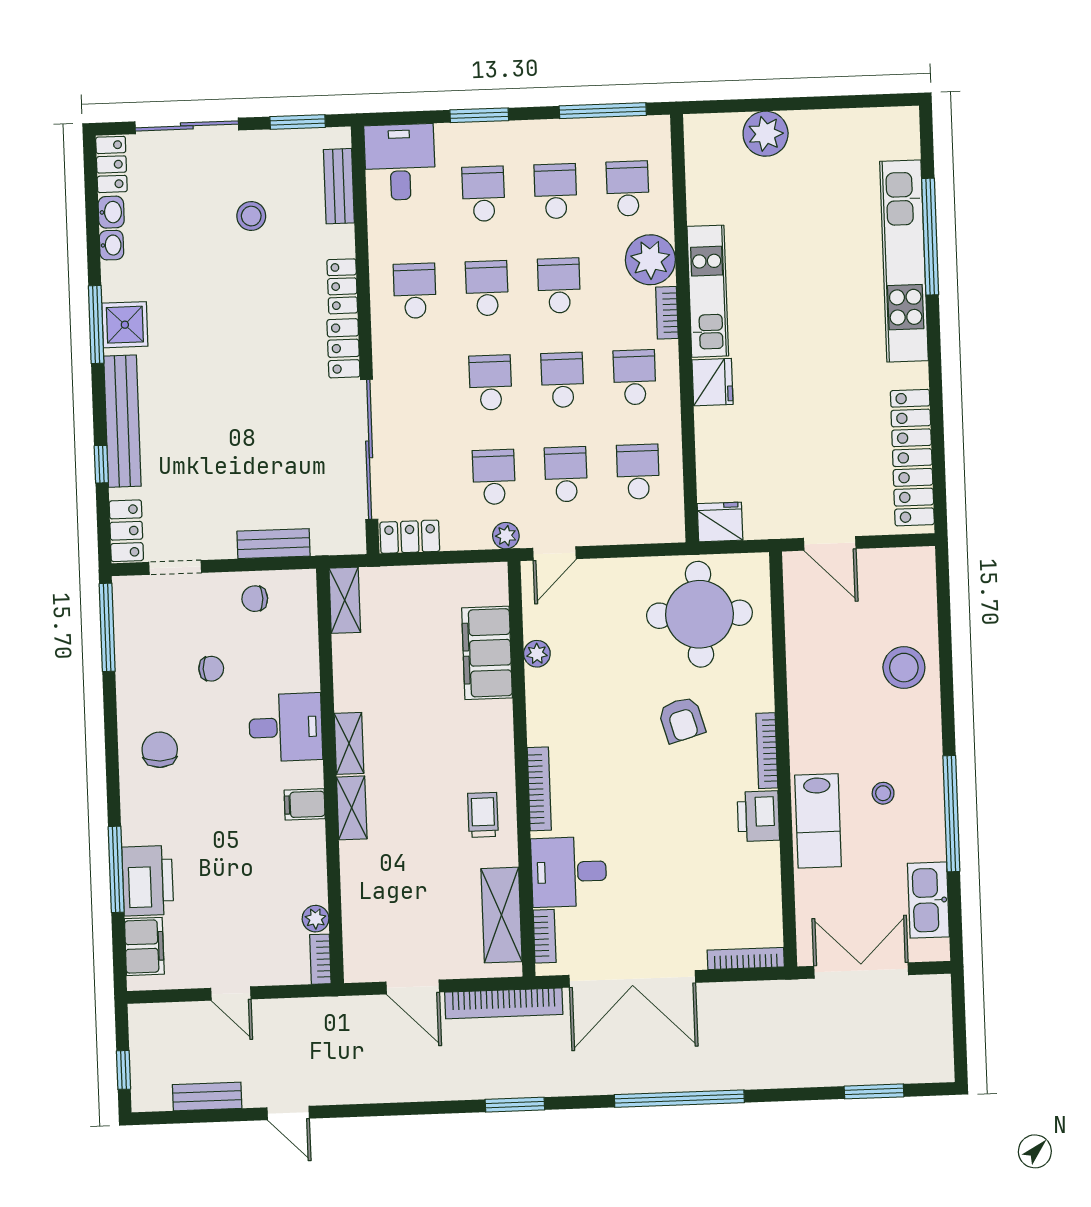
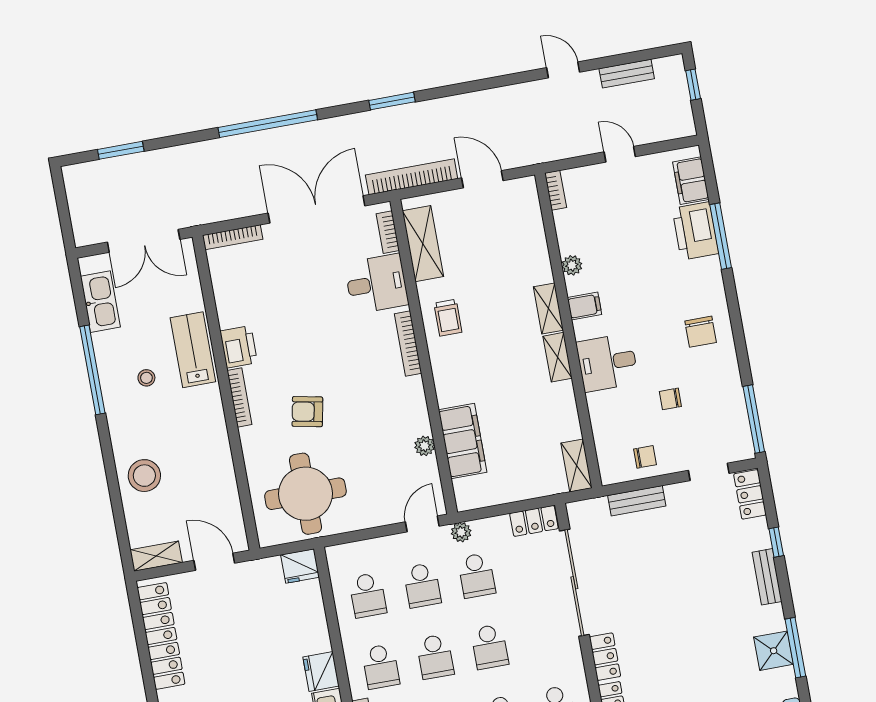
bench: (122, 421) -> (767, 577), width x0.54, depth x0.82
shelving: (904, 561) -> (156, 556), added
armchair: (682, 720) -> (307, 412), turned -63
plant: (316, 919) -> (572, 265), moved

